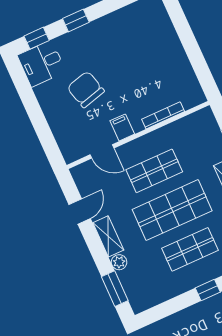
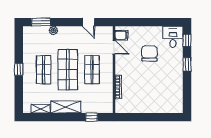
chair: (86, 89) -> (149, 53), turned -75
filing cabinet: (122, 127) -> (122, 35), moved
door: (102, 151) -> (114, 47), swing flipped
shelving: (108, 236) -> (69, 31), removed

